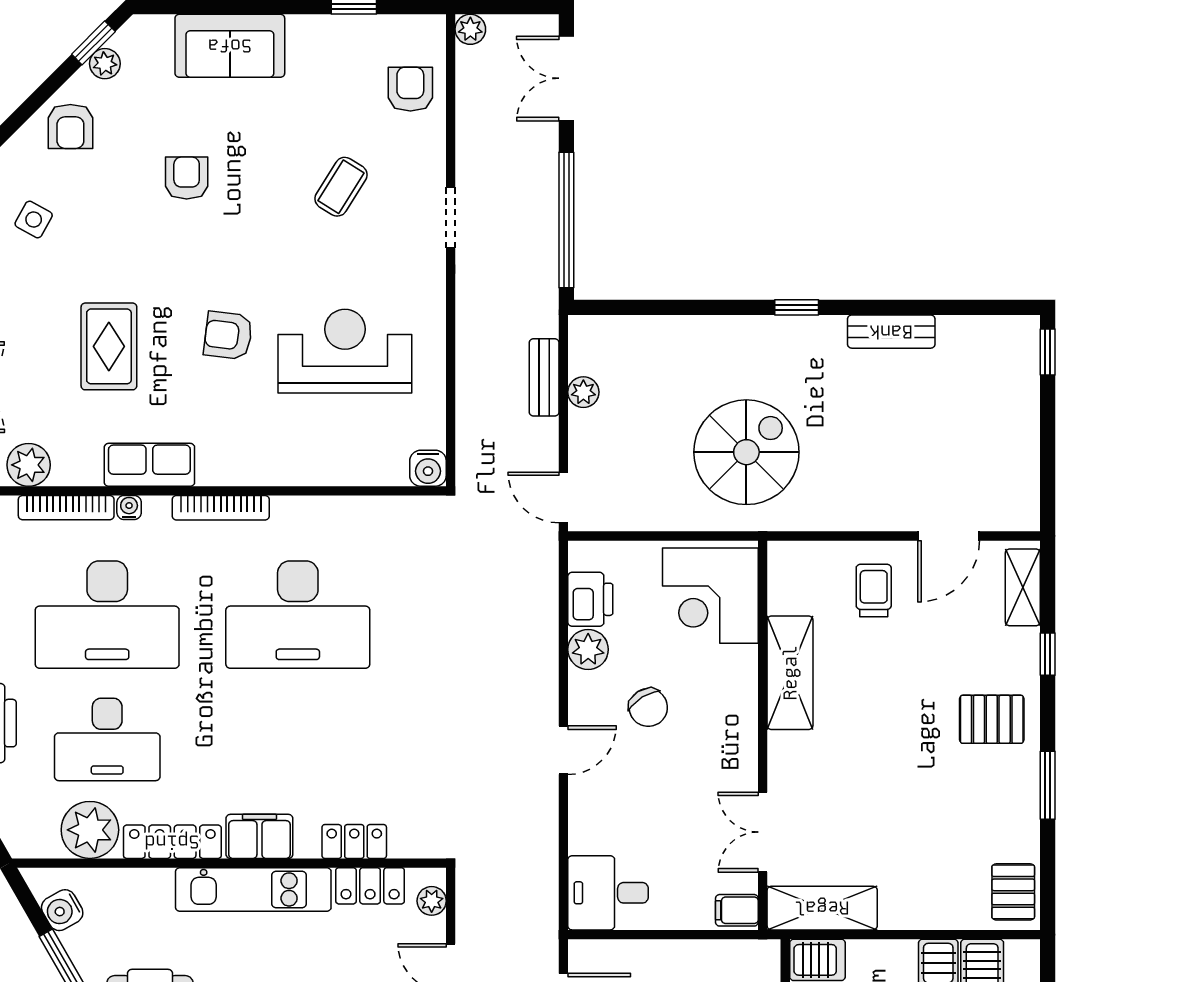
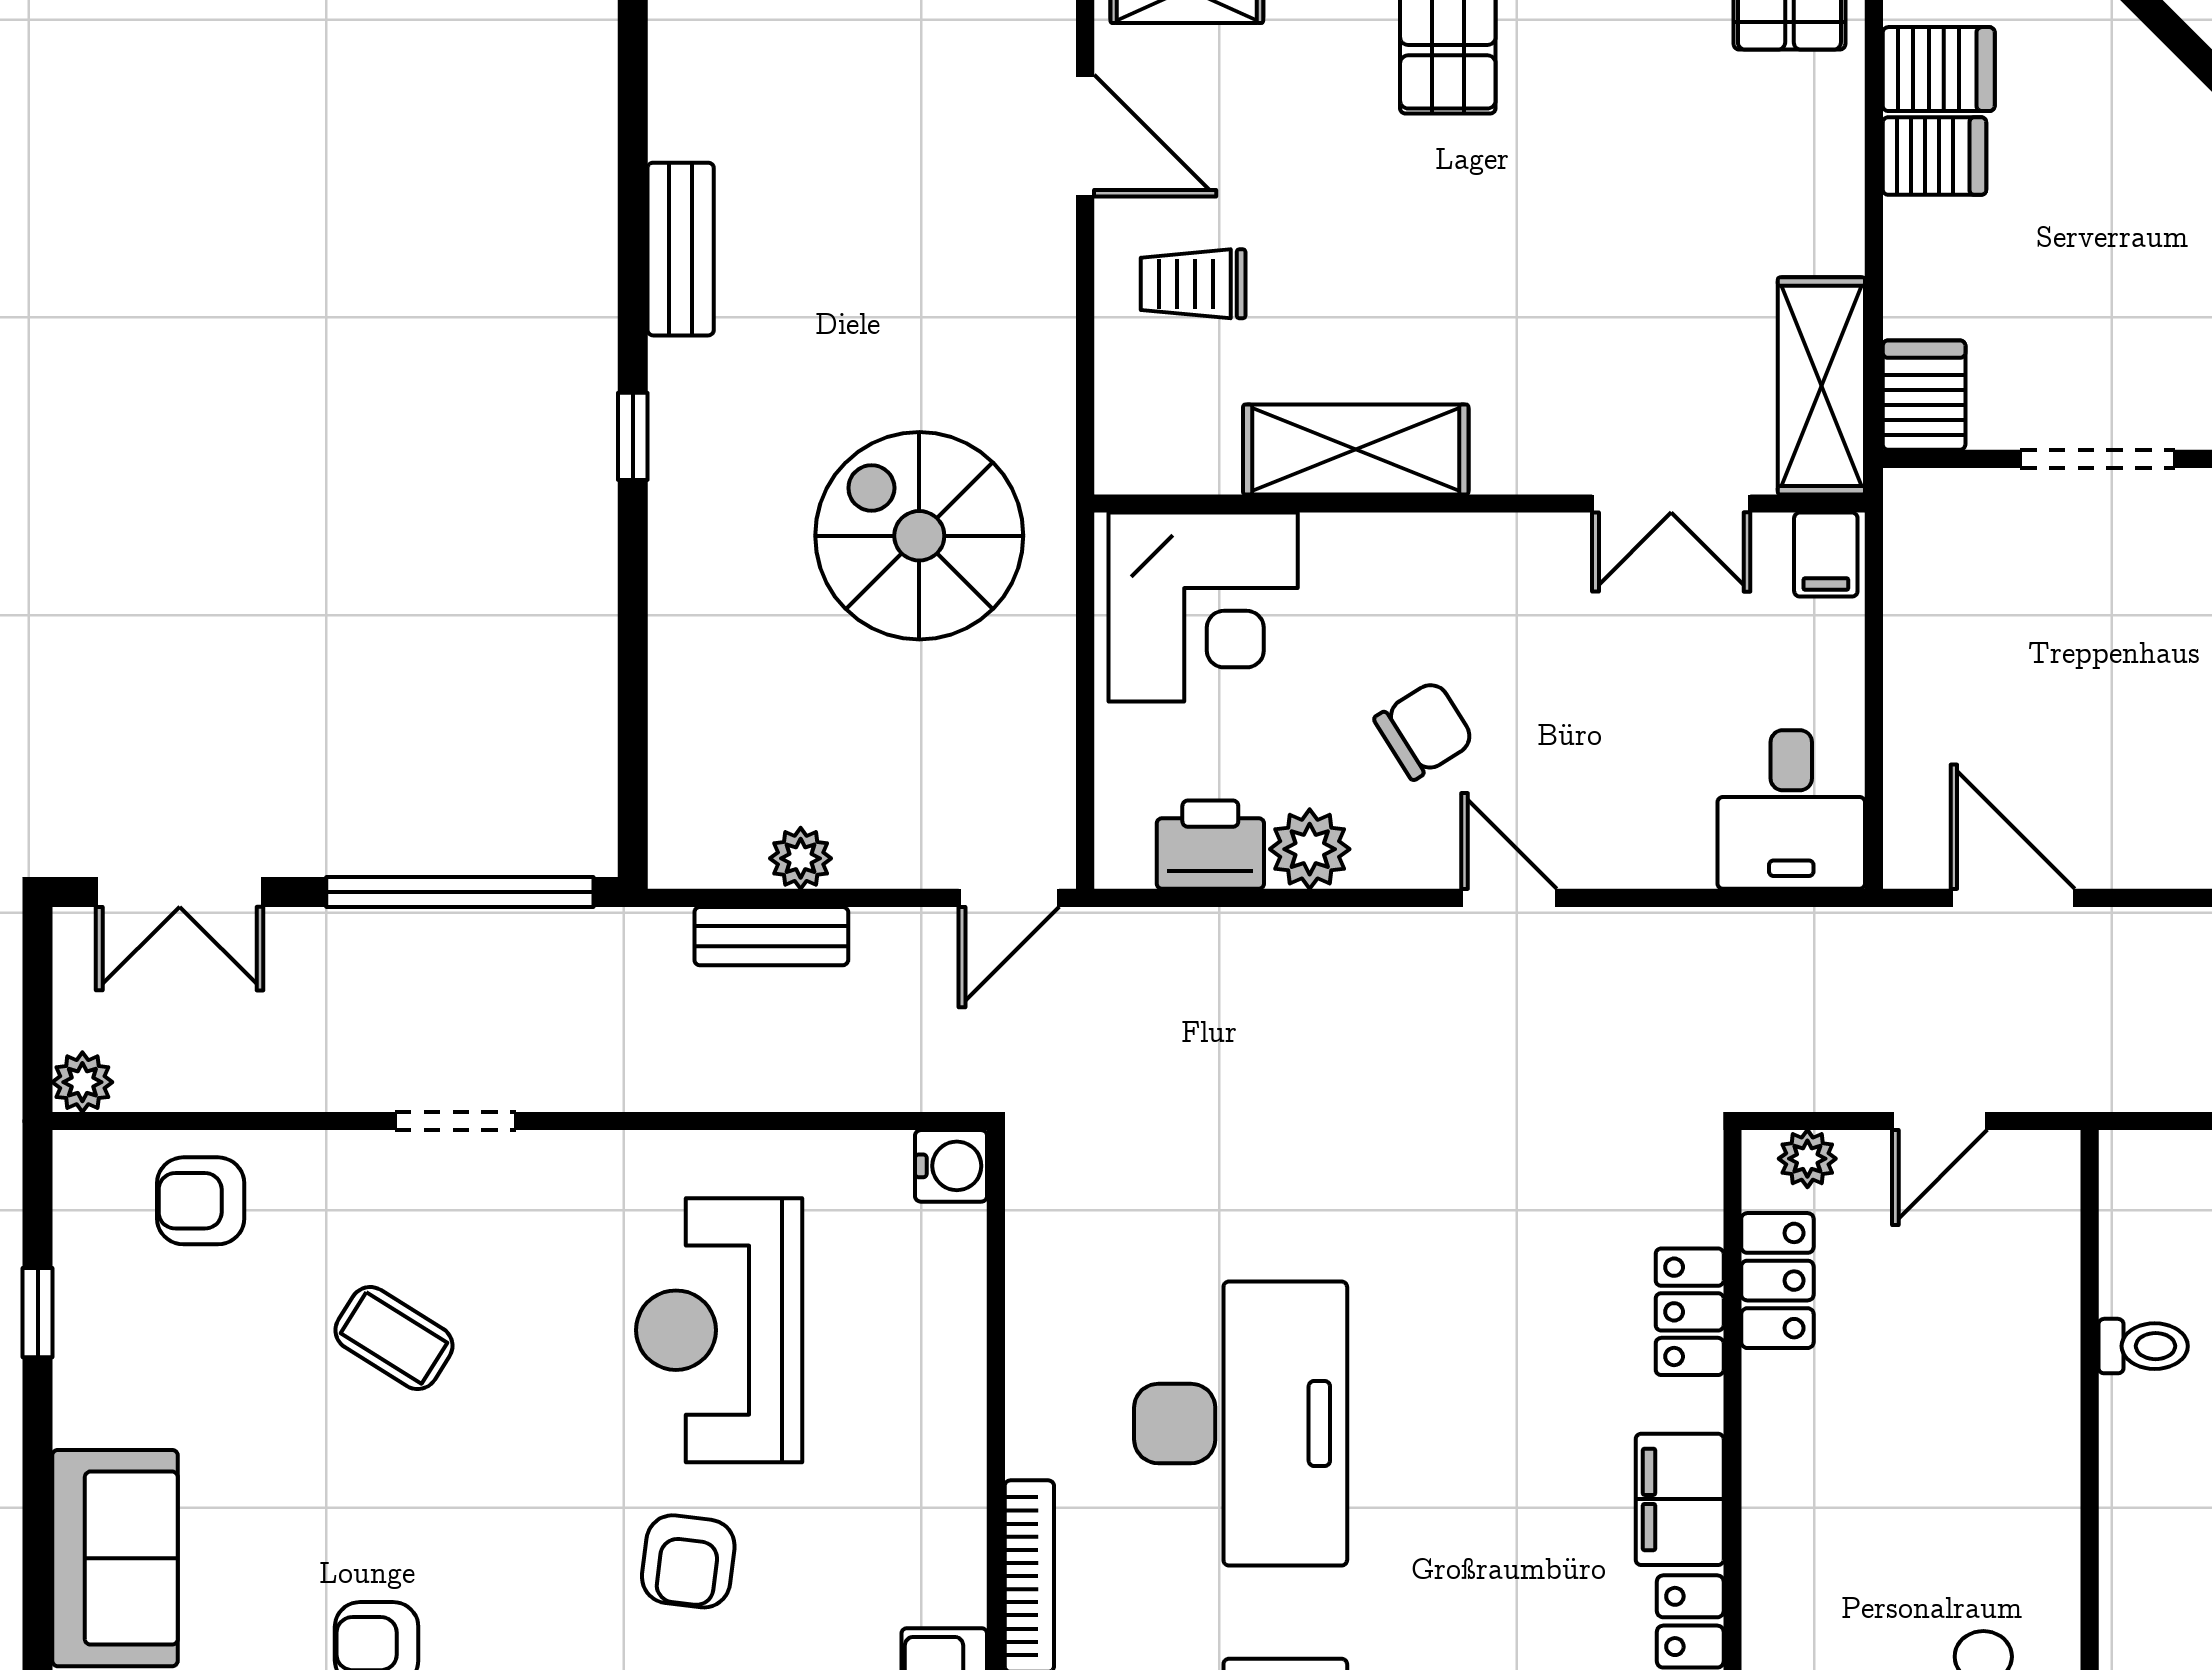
kitchen unit: (253, 889) -> (1785, 1512), removed

